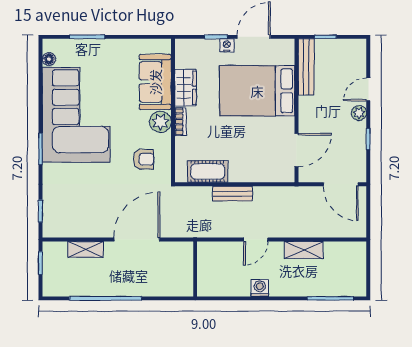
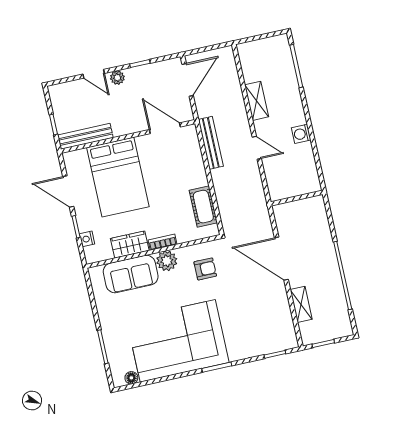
nightstand: (227, 45) -> (87, 239), moved
armchair: (144, 159) -> (205, 269), turned 90
bench: (232, 194) -> (211, 143), moved, width x1.36

